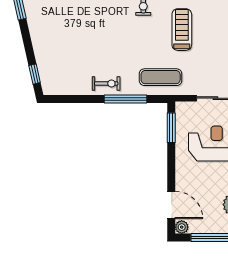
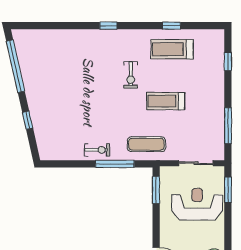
treadmill: (182, 30) -> (166, 101), turned -90
window: (35, 74) -> (28, 120), moved

